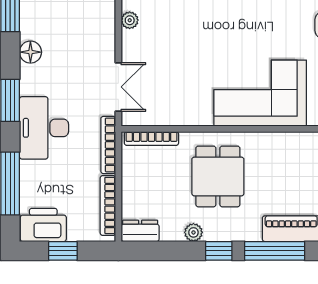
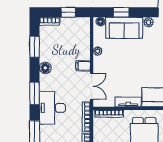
filing cabinet: (102, 48) -> (83, 66), added
tv unit: (187, 117) -> (128, 102), added

